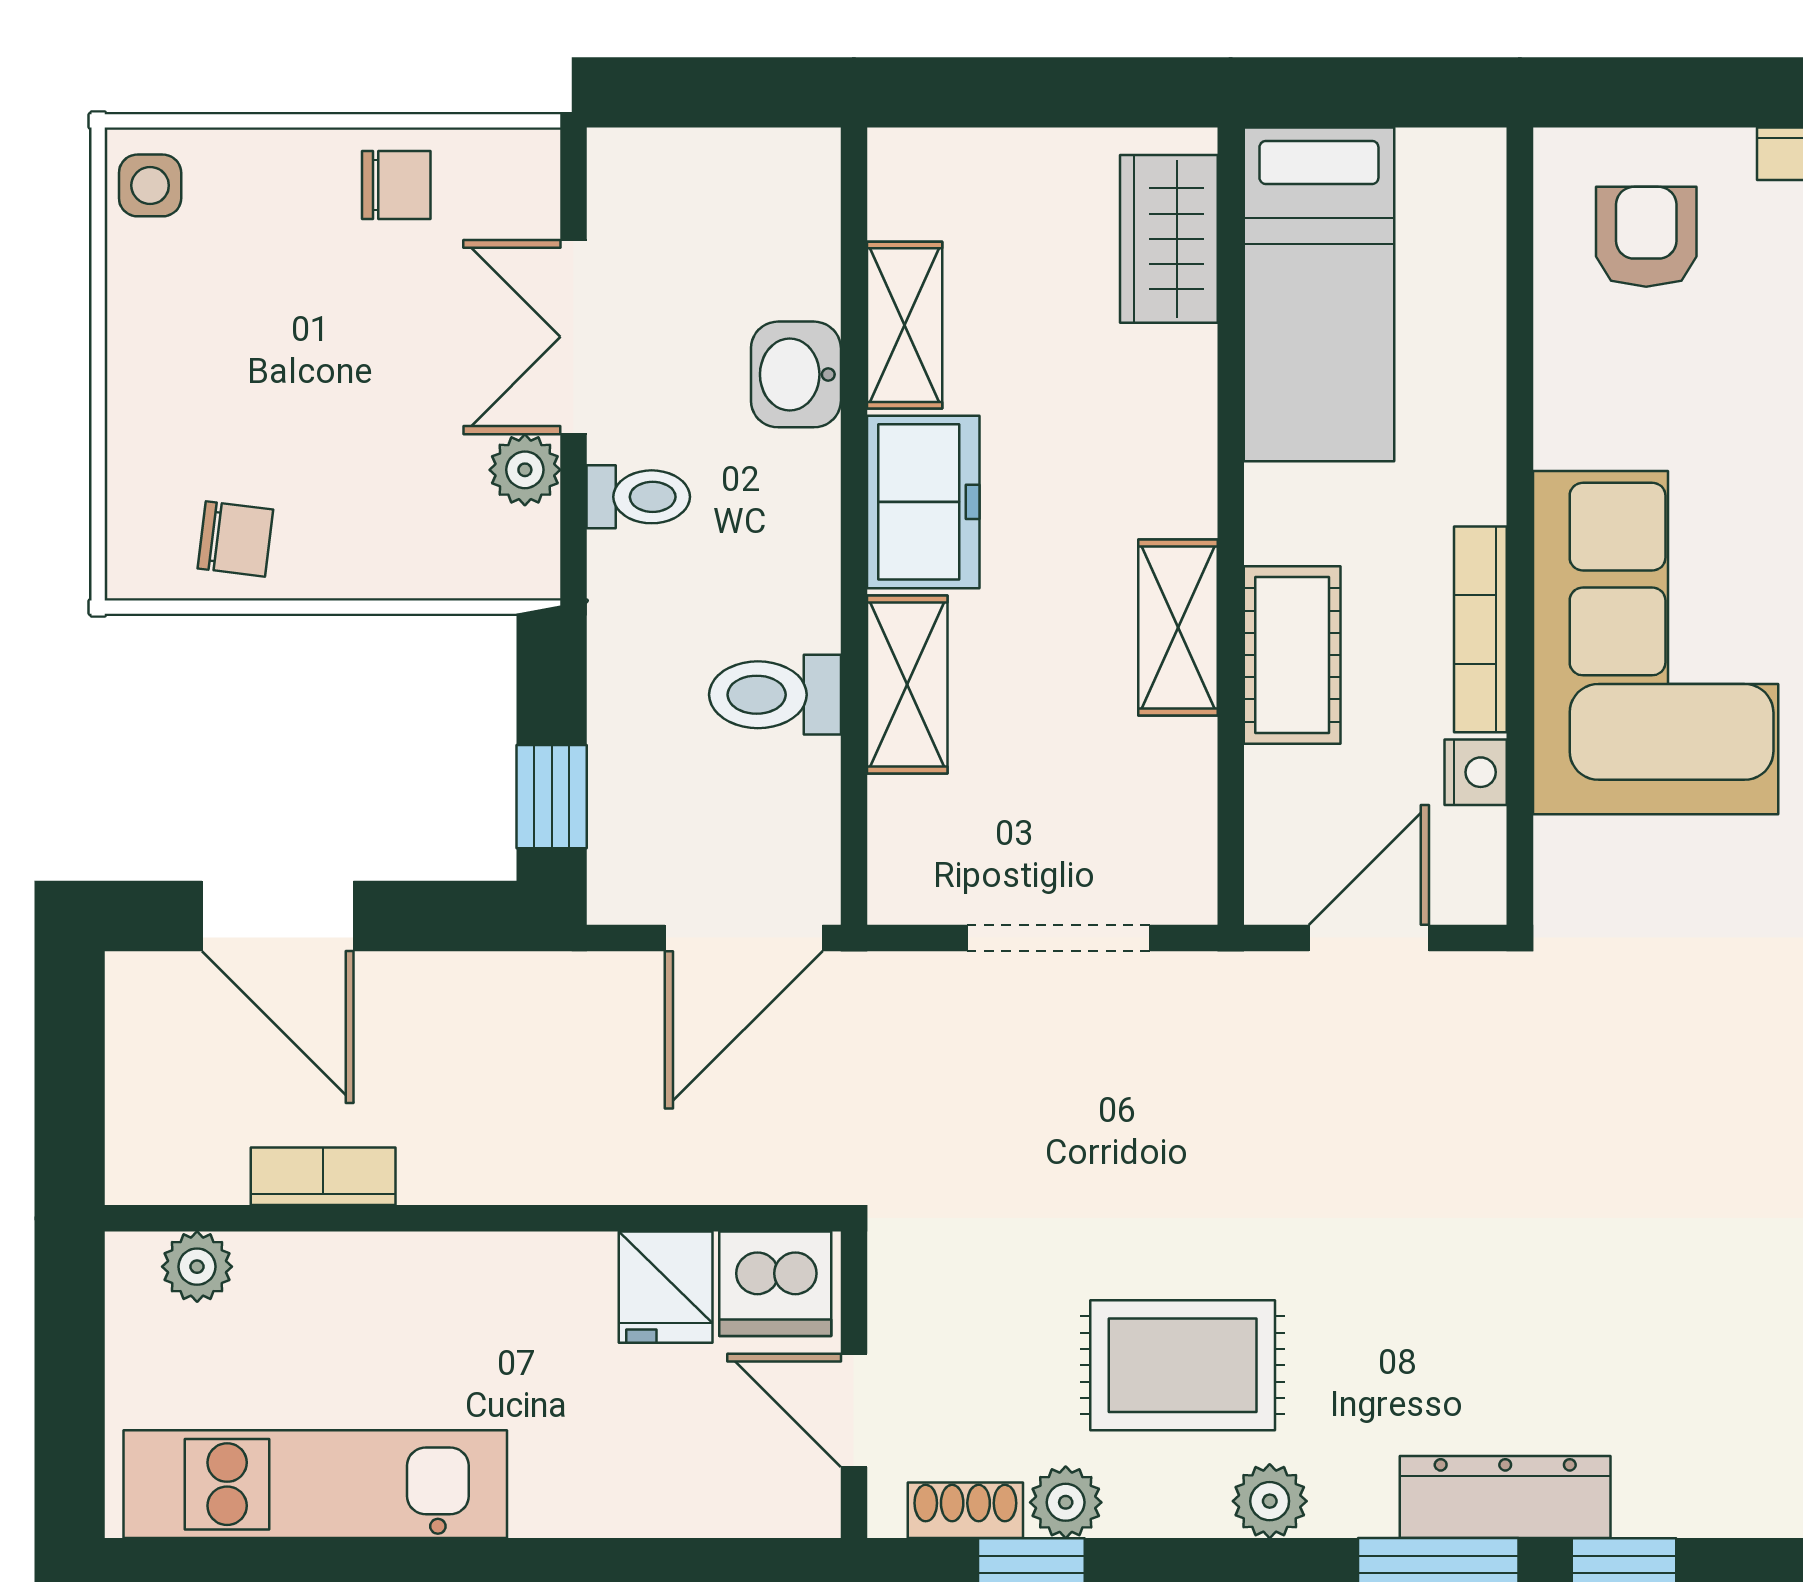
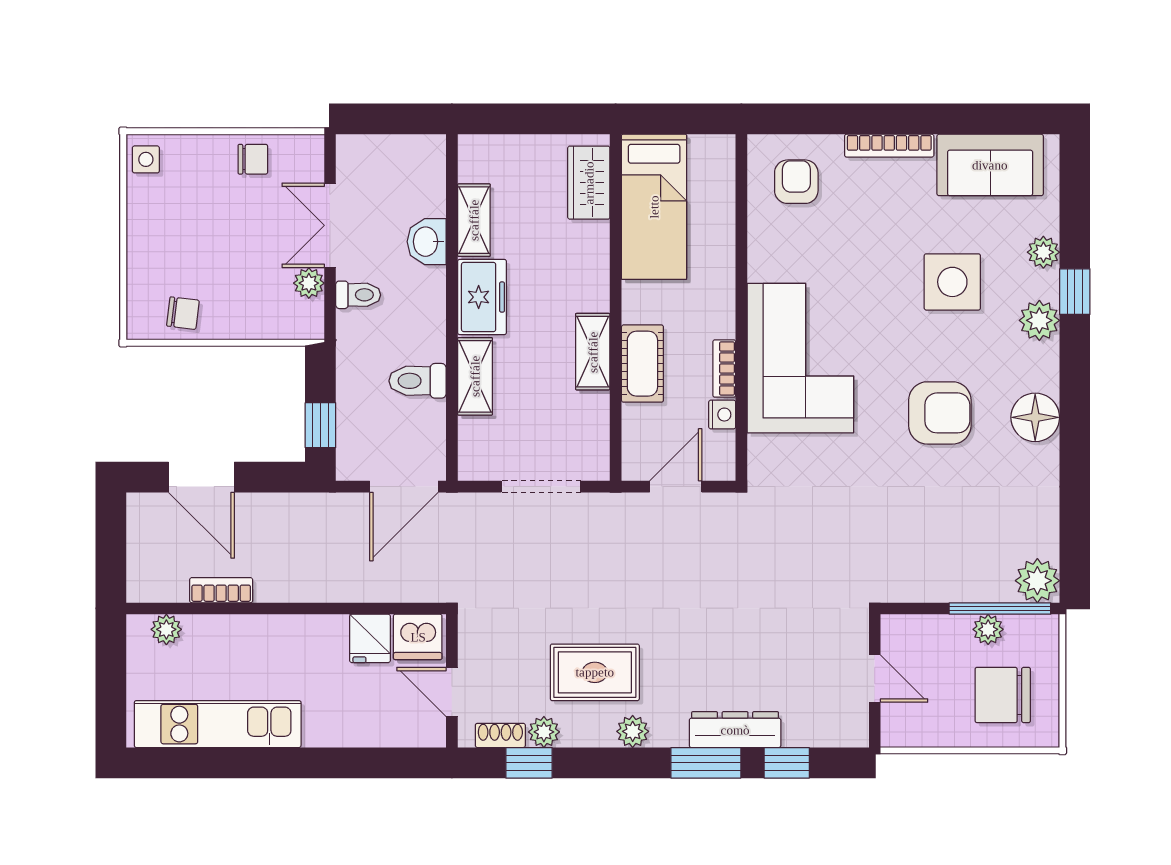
bookcase: (1480, 629) -> (724, 369), width x0.64

